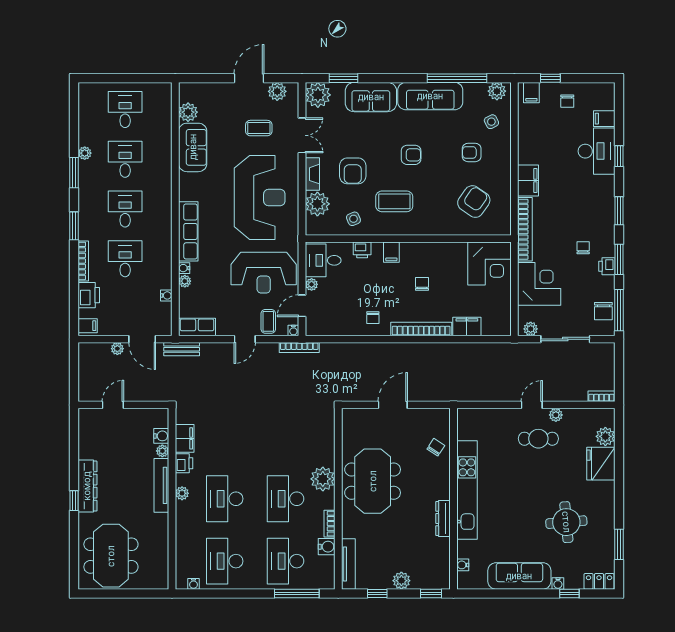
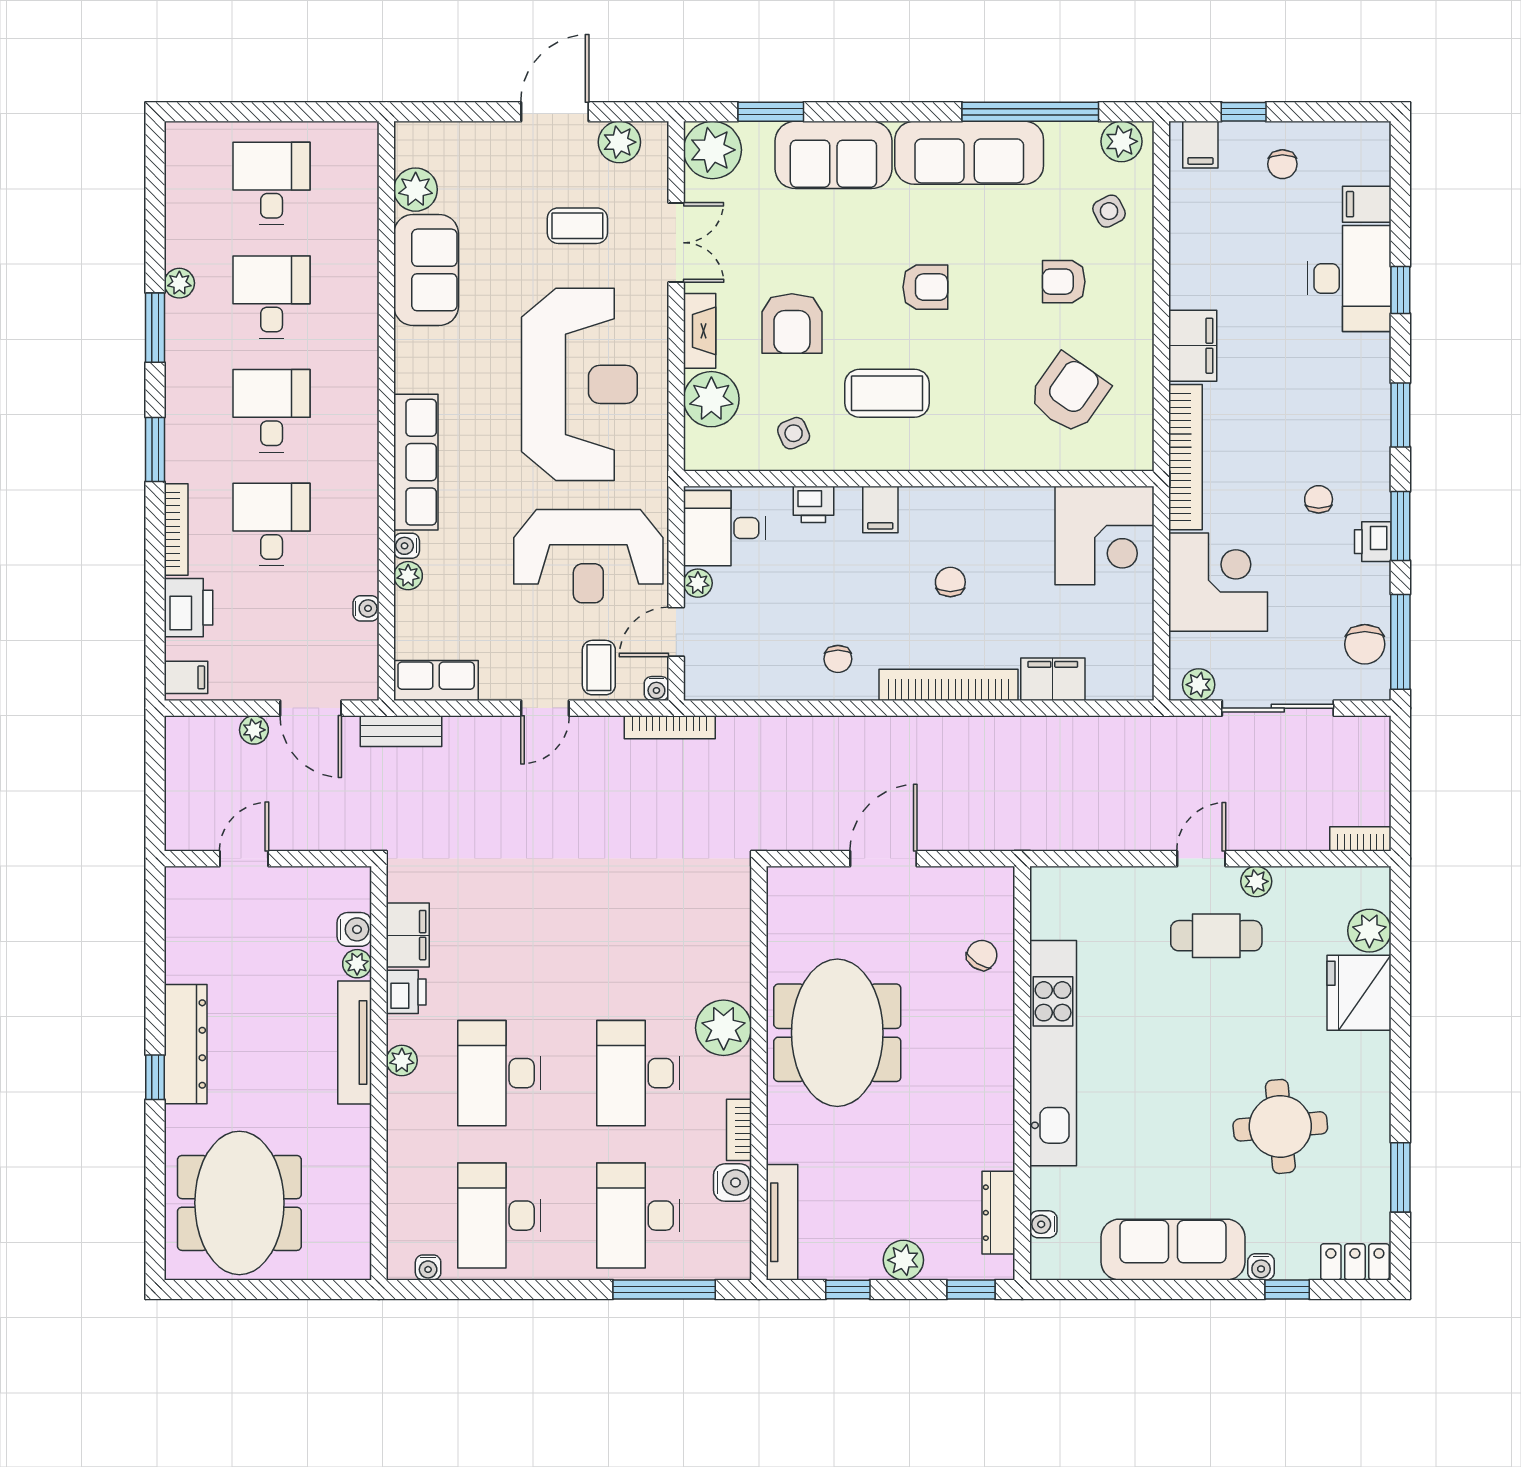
dresser: (443, 519) -> (998, 1213), moved

